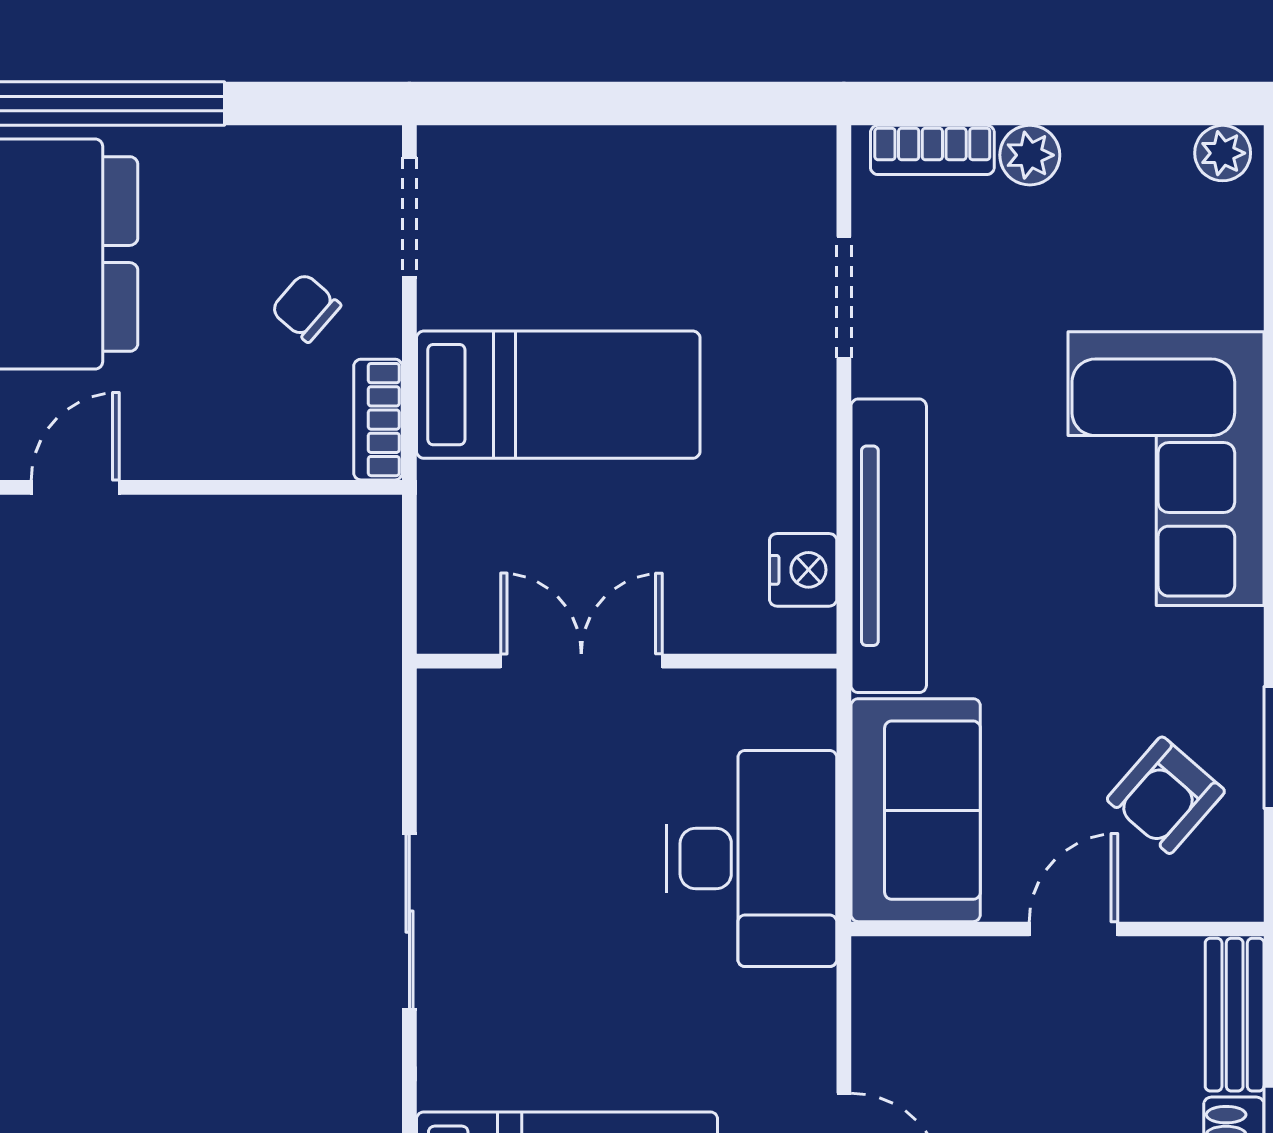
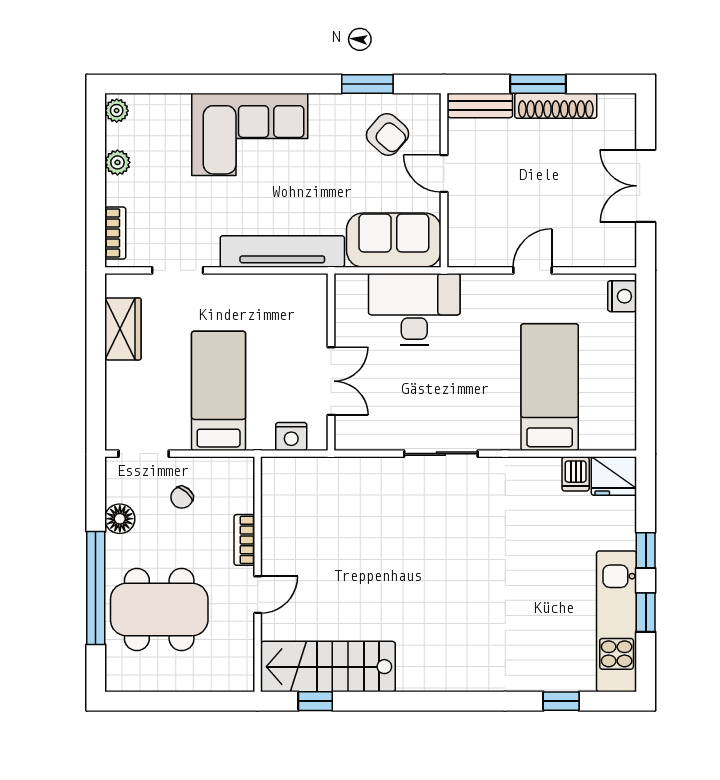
plant: (1030, 155) -> (117, 162), moved
floor lamp: (255, 161) -> (120, 519), added
wardrobe: (705, 168) -> (123, 329), added
bookcase: (378, 420) -> (244, 540), moved, turned 90
door: (75, 487) -> (258, 595), swing flipped
nightstand: (803, 570) -> (291, 436), moved, turned 180
double door: (581, 661) -> (331, 381), swing flipped

